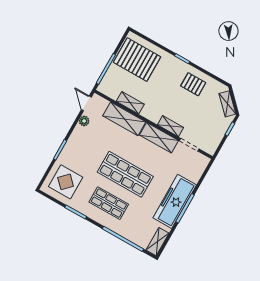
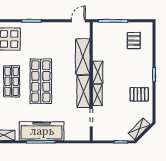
pallet: (137, 60) -> (134, 41), width x0.49, depth x0.50
pallet: (193, 84) -> (139, 94), turned 90
shelving: (130, 103) -> (98, 72), moved
plant: (84, 121) -> (64, 27), removed

